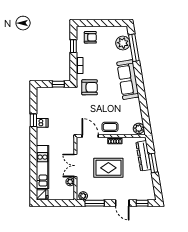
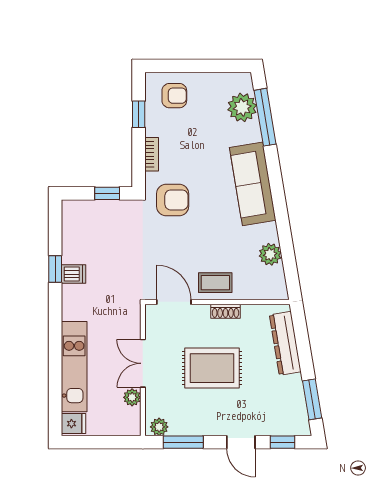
plant: (139, 128) -> (270, 254), moved
window: (153, 163) -> (312, 399), moved

